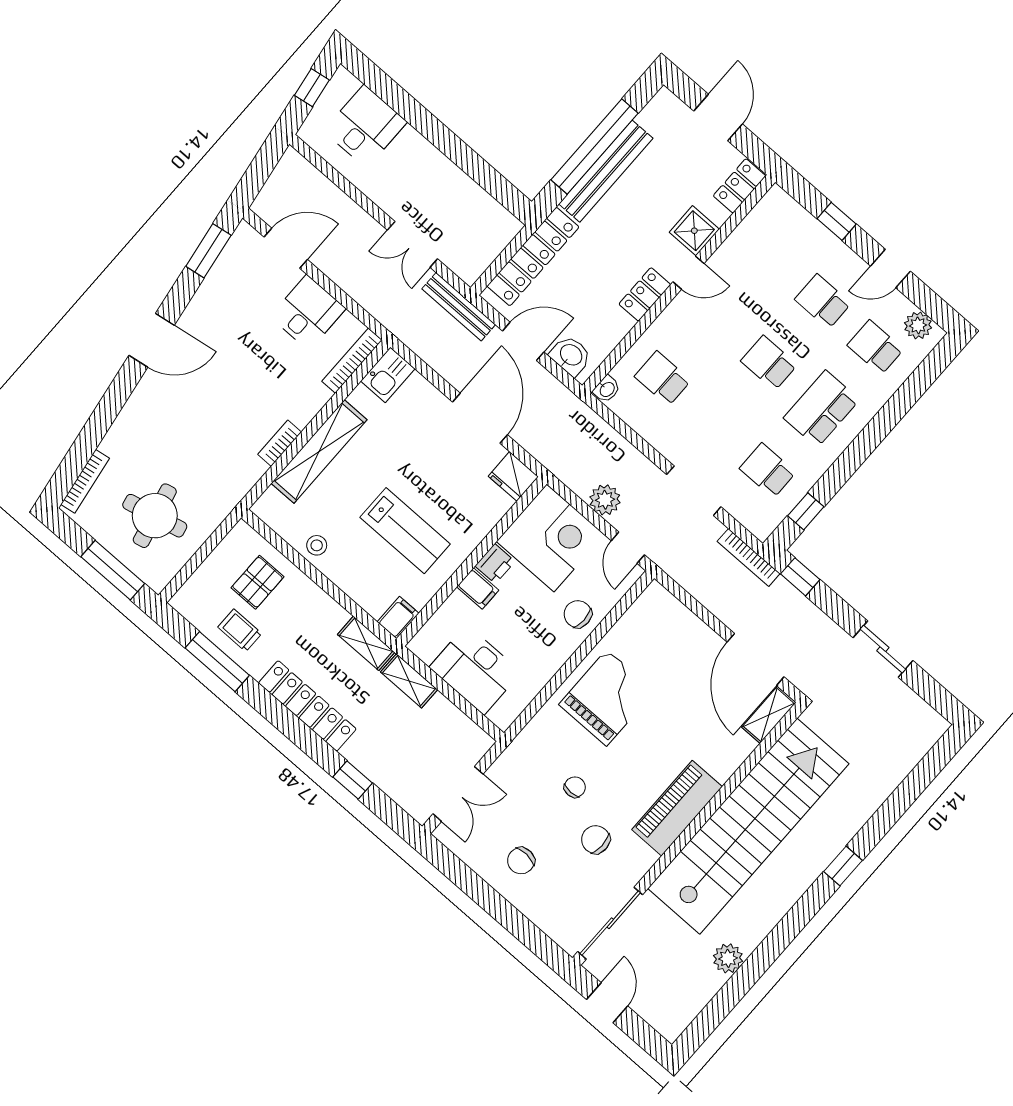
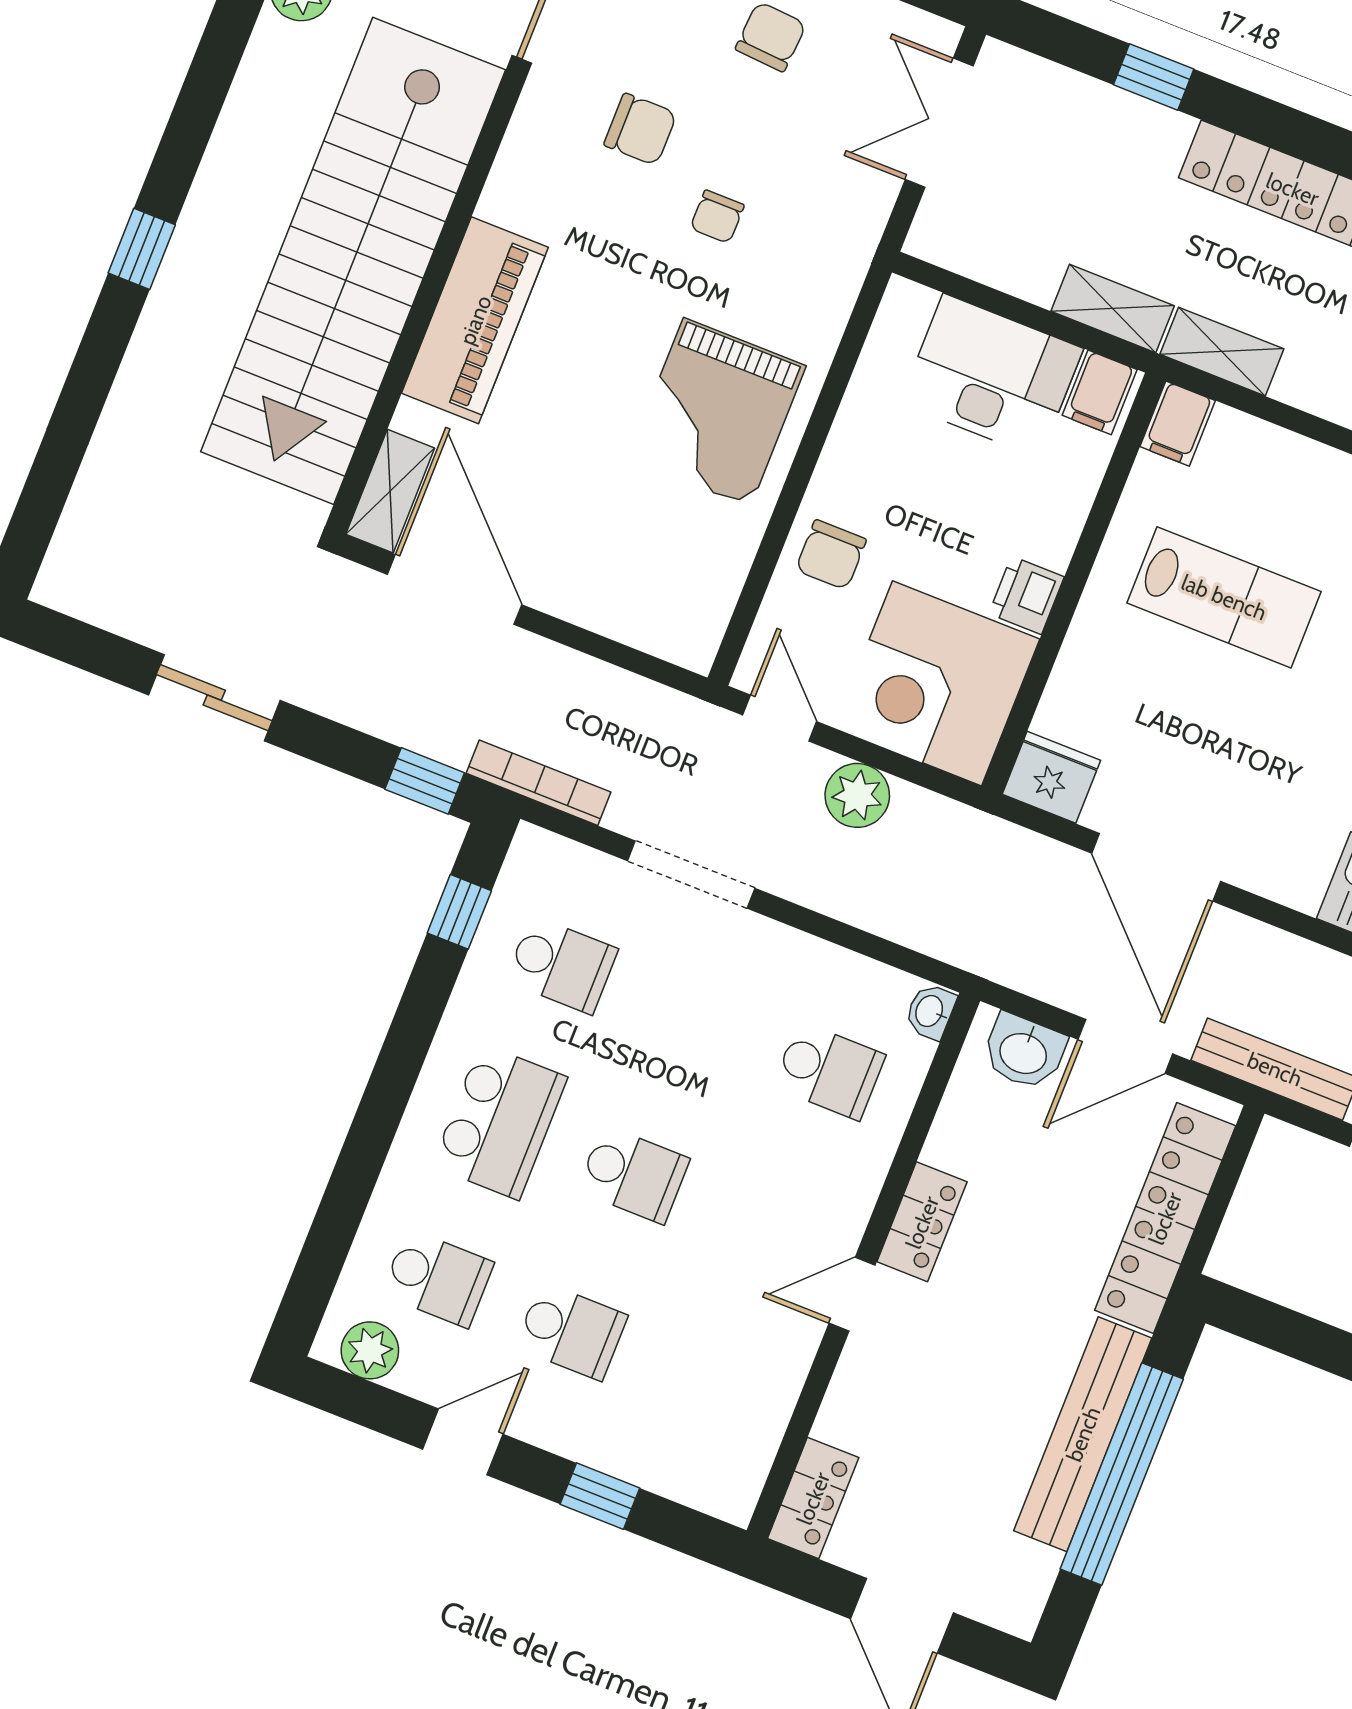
shower: (694, 231) -> (870, 1380), removed
lab bench: (405, 531) -> (1224, 597), turned 180
filing cabinet: (478, 589) -> (1100, 392), moved, turned -90
chair: (578, 614) -> (831, 555), turned 90
piano: (677, 808) -> (475, 320), moved

